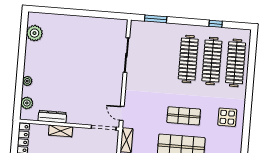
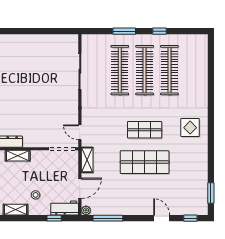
window: (156, 19) -> (124, 31), moved
window: (216, 24) -> (160, 31), moved
clothes rail: (236, 63) -> (120, 70), moved

